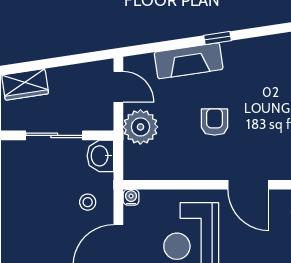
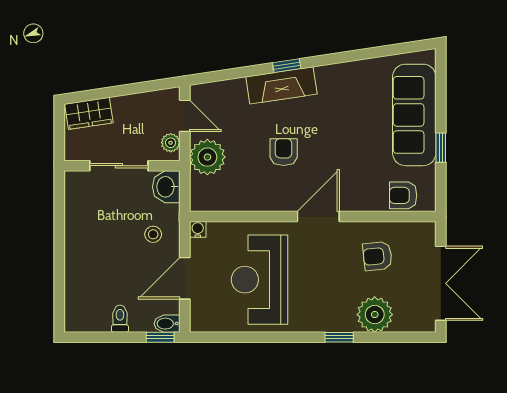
fireplace: (189, 61) -> (281, 85), moved
plant: (105, 113) -> (171, 143), added
door: (248, 185) -> (318, 216), swing flipped

